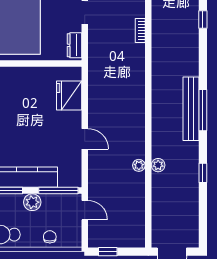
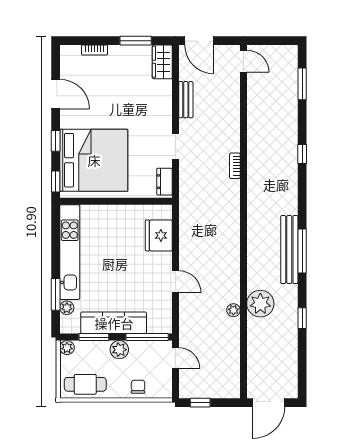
plant: (158, 165) -> (260, 304), width x1.87, depth x1.87

